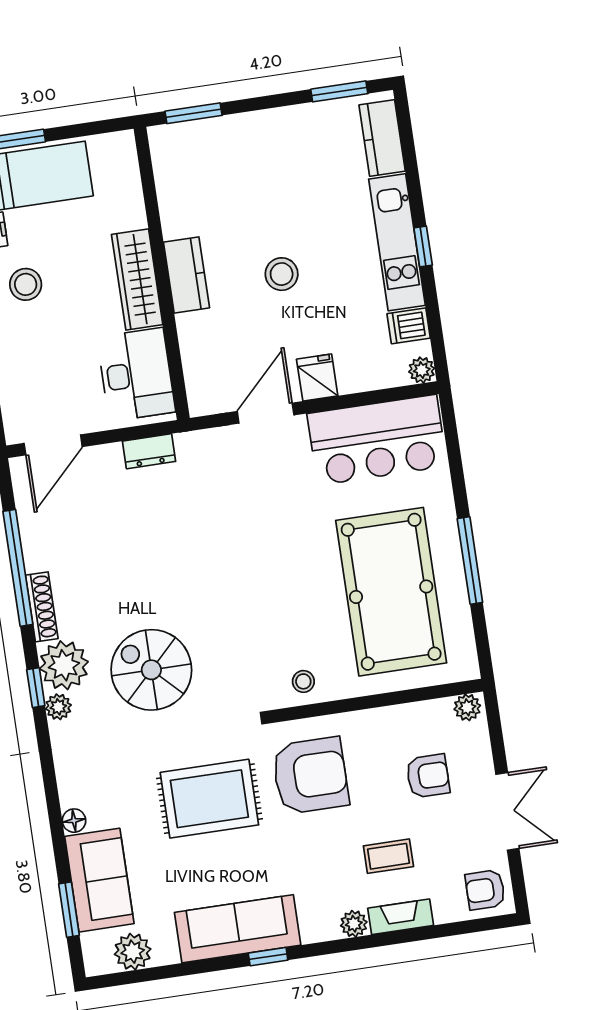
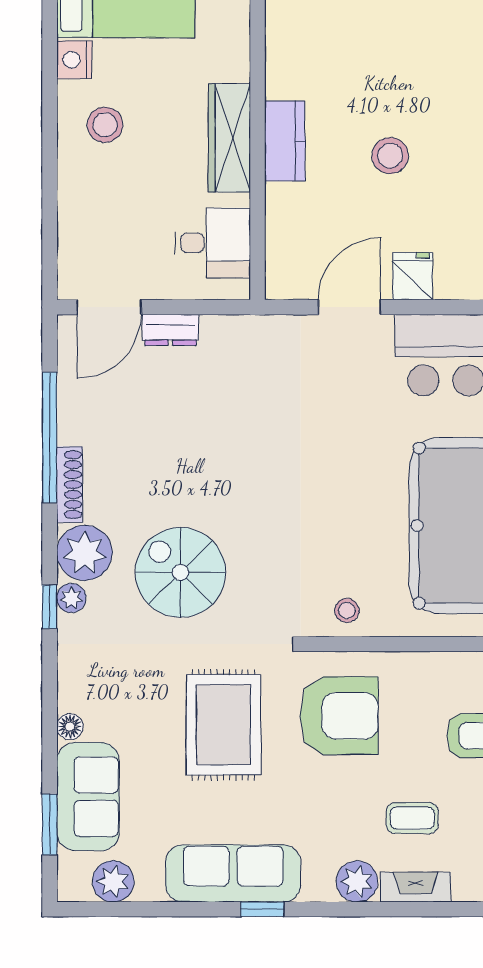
desk: (136, 375) -> (213, 243), width x0.73
dresser: (149, 451) -> (170, 330), moved
window: (36, 688) -> (50, 607), moved
rug: (209, 799) -> (223, 725), turned 90
plant: (354, 924) -> (357, 881), width x1.38, depth x1.38

